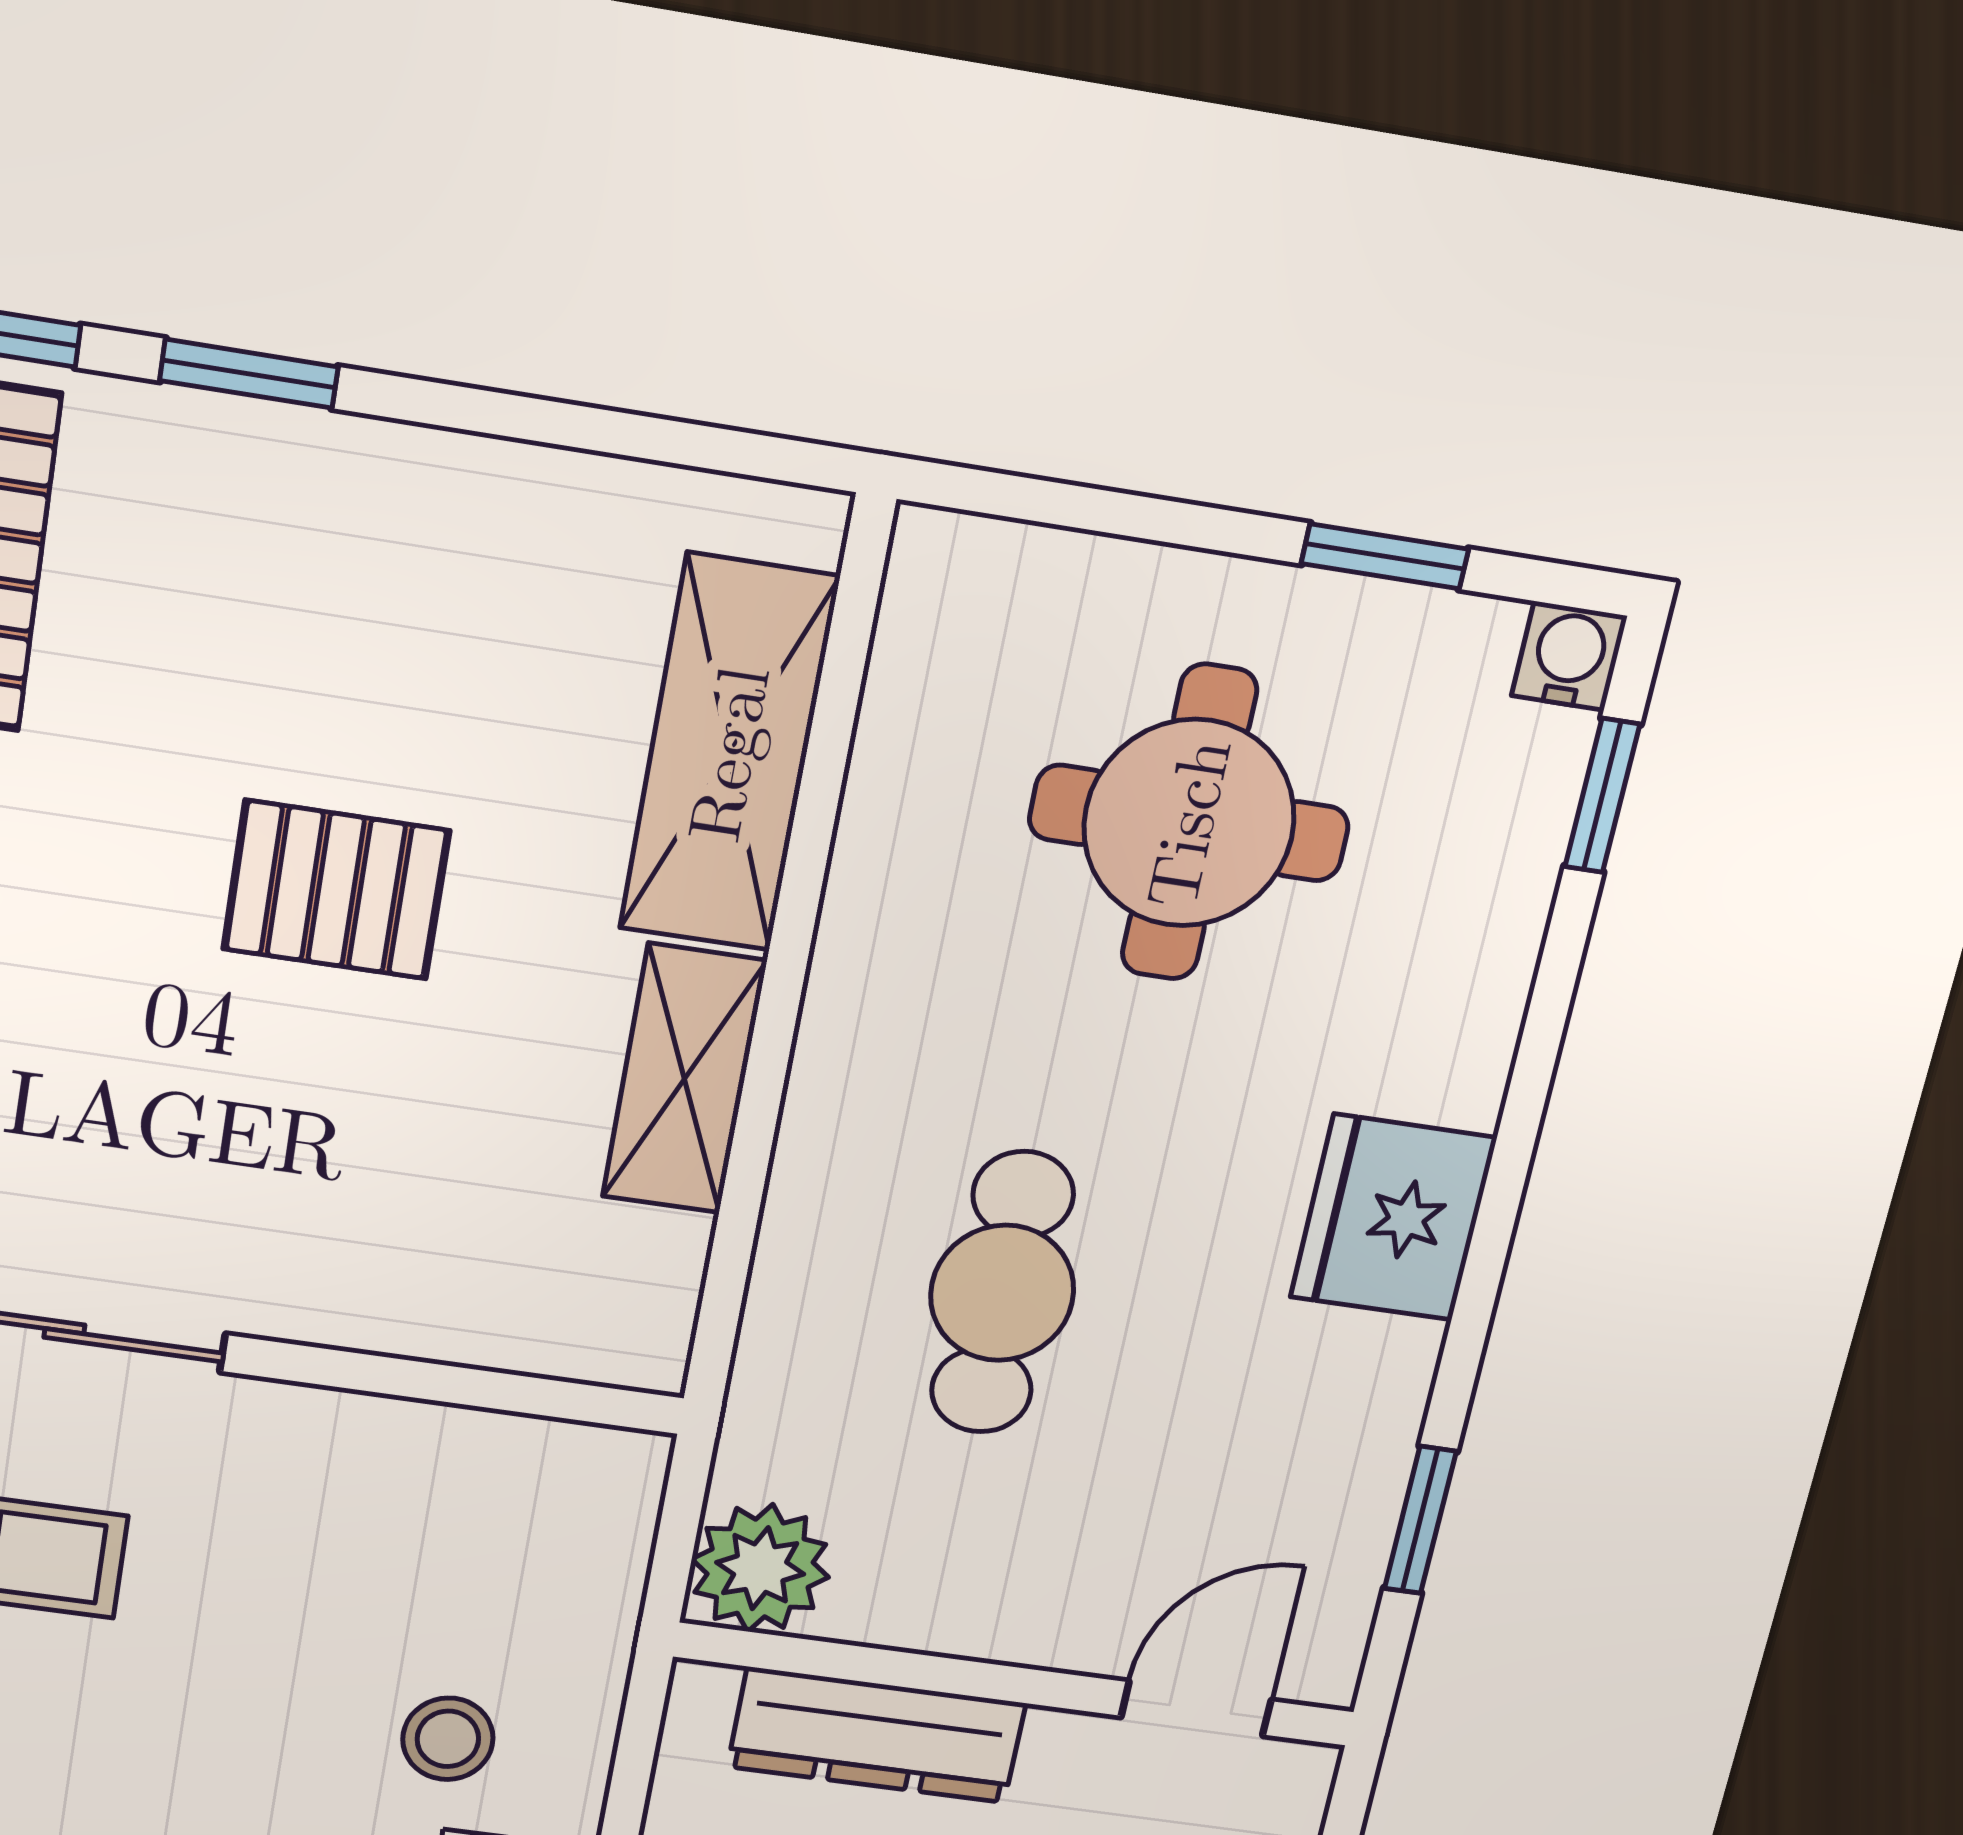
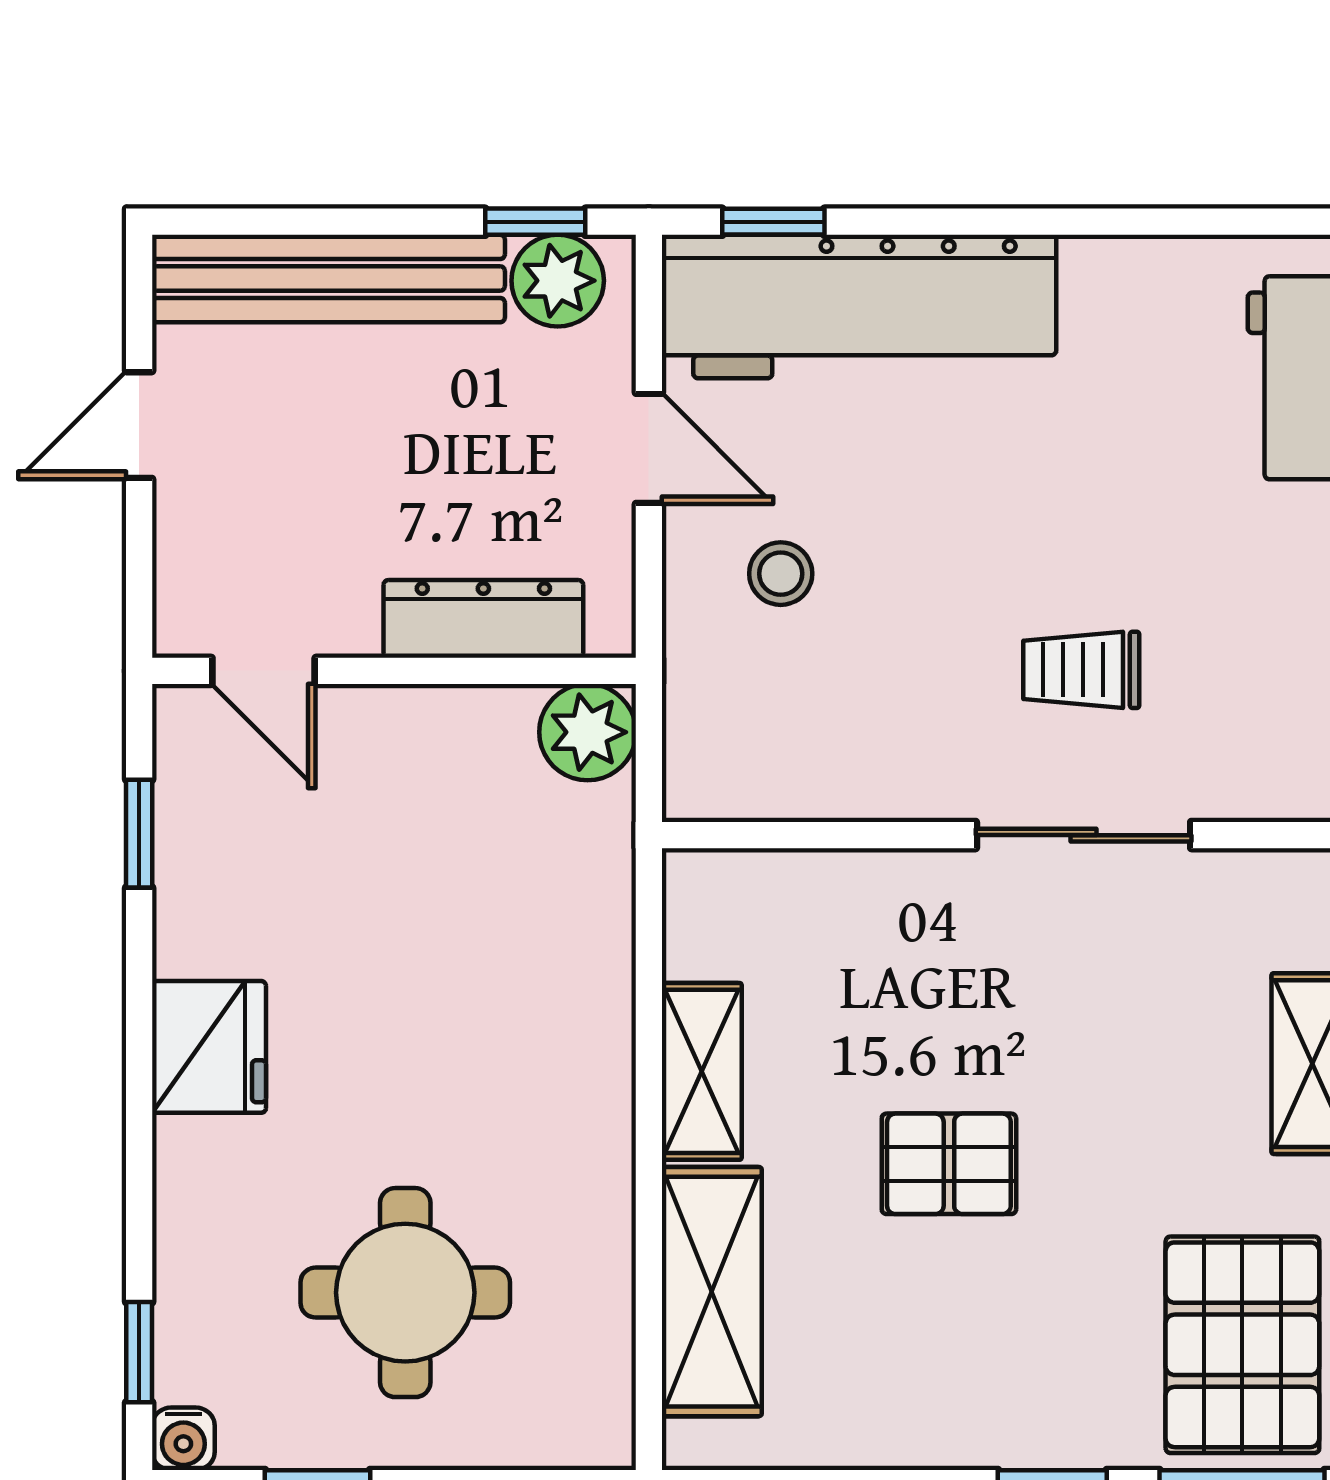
cafe table: (1002, 1293) -> (462, 955), removed
door: (1196, 1708) -> (264, 671), hinge flipped

